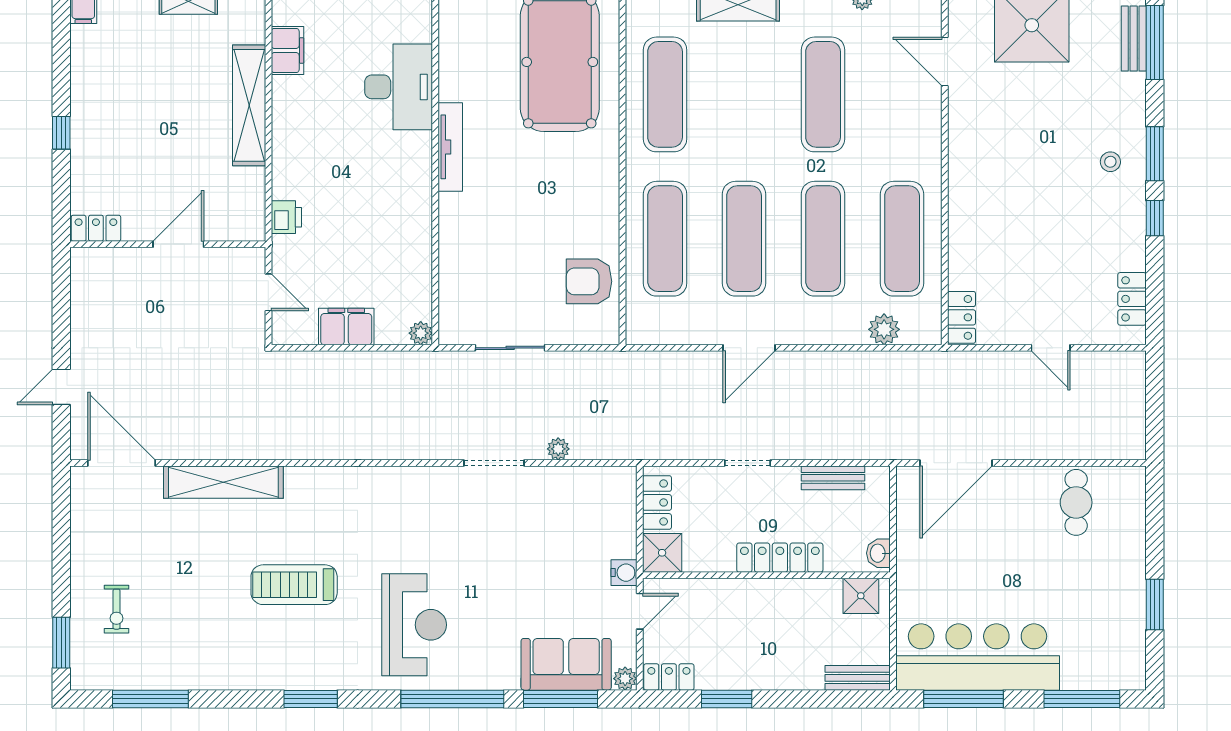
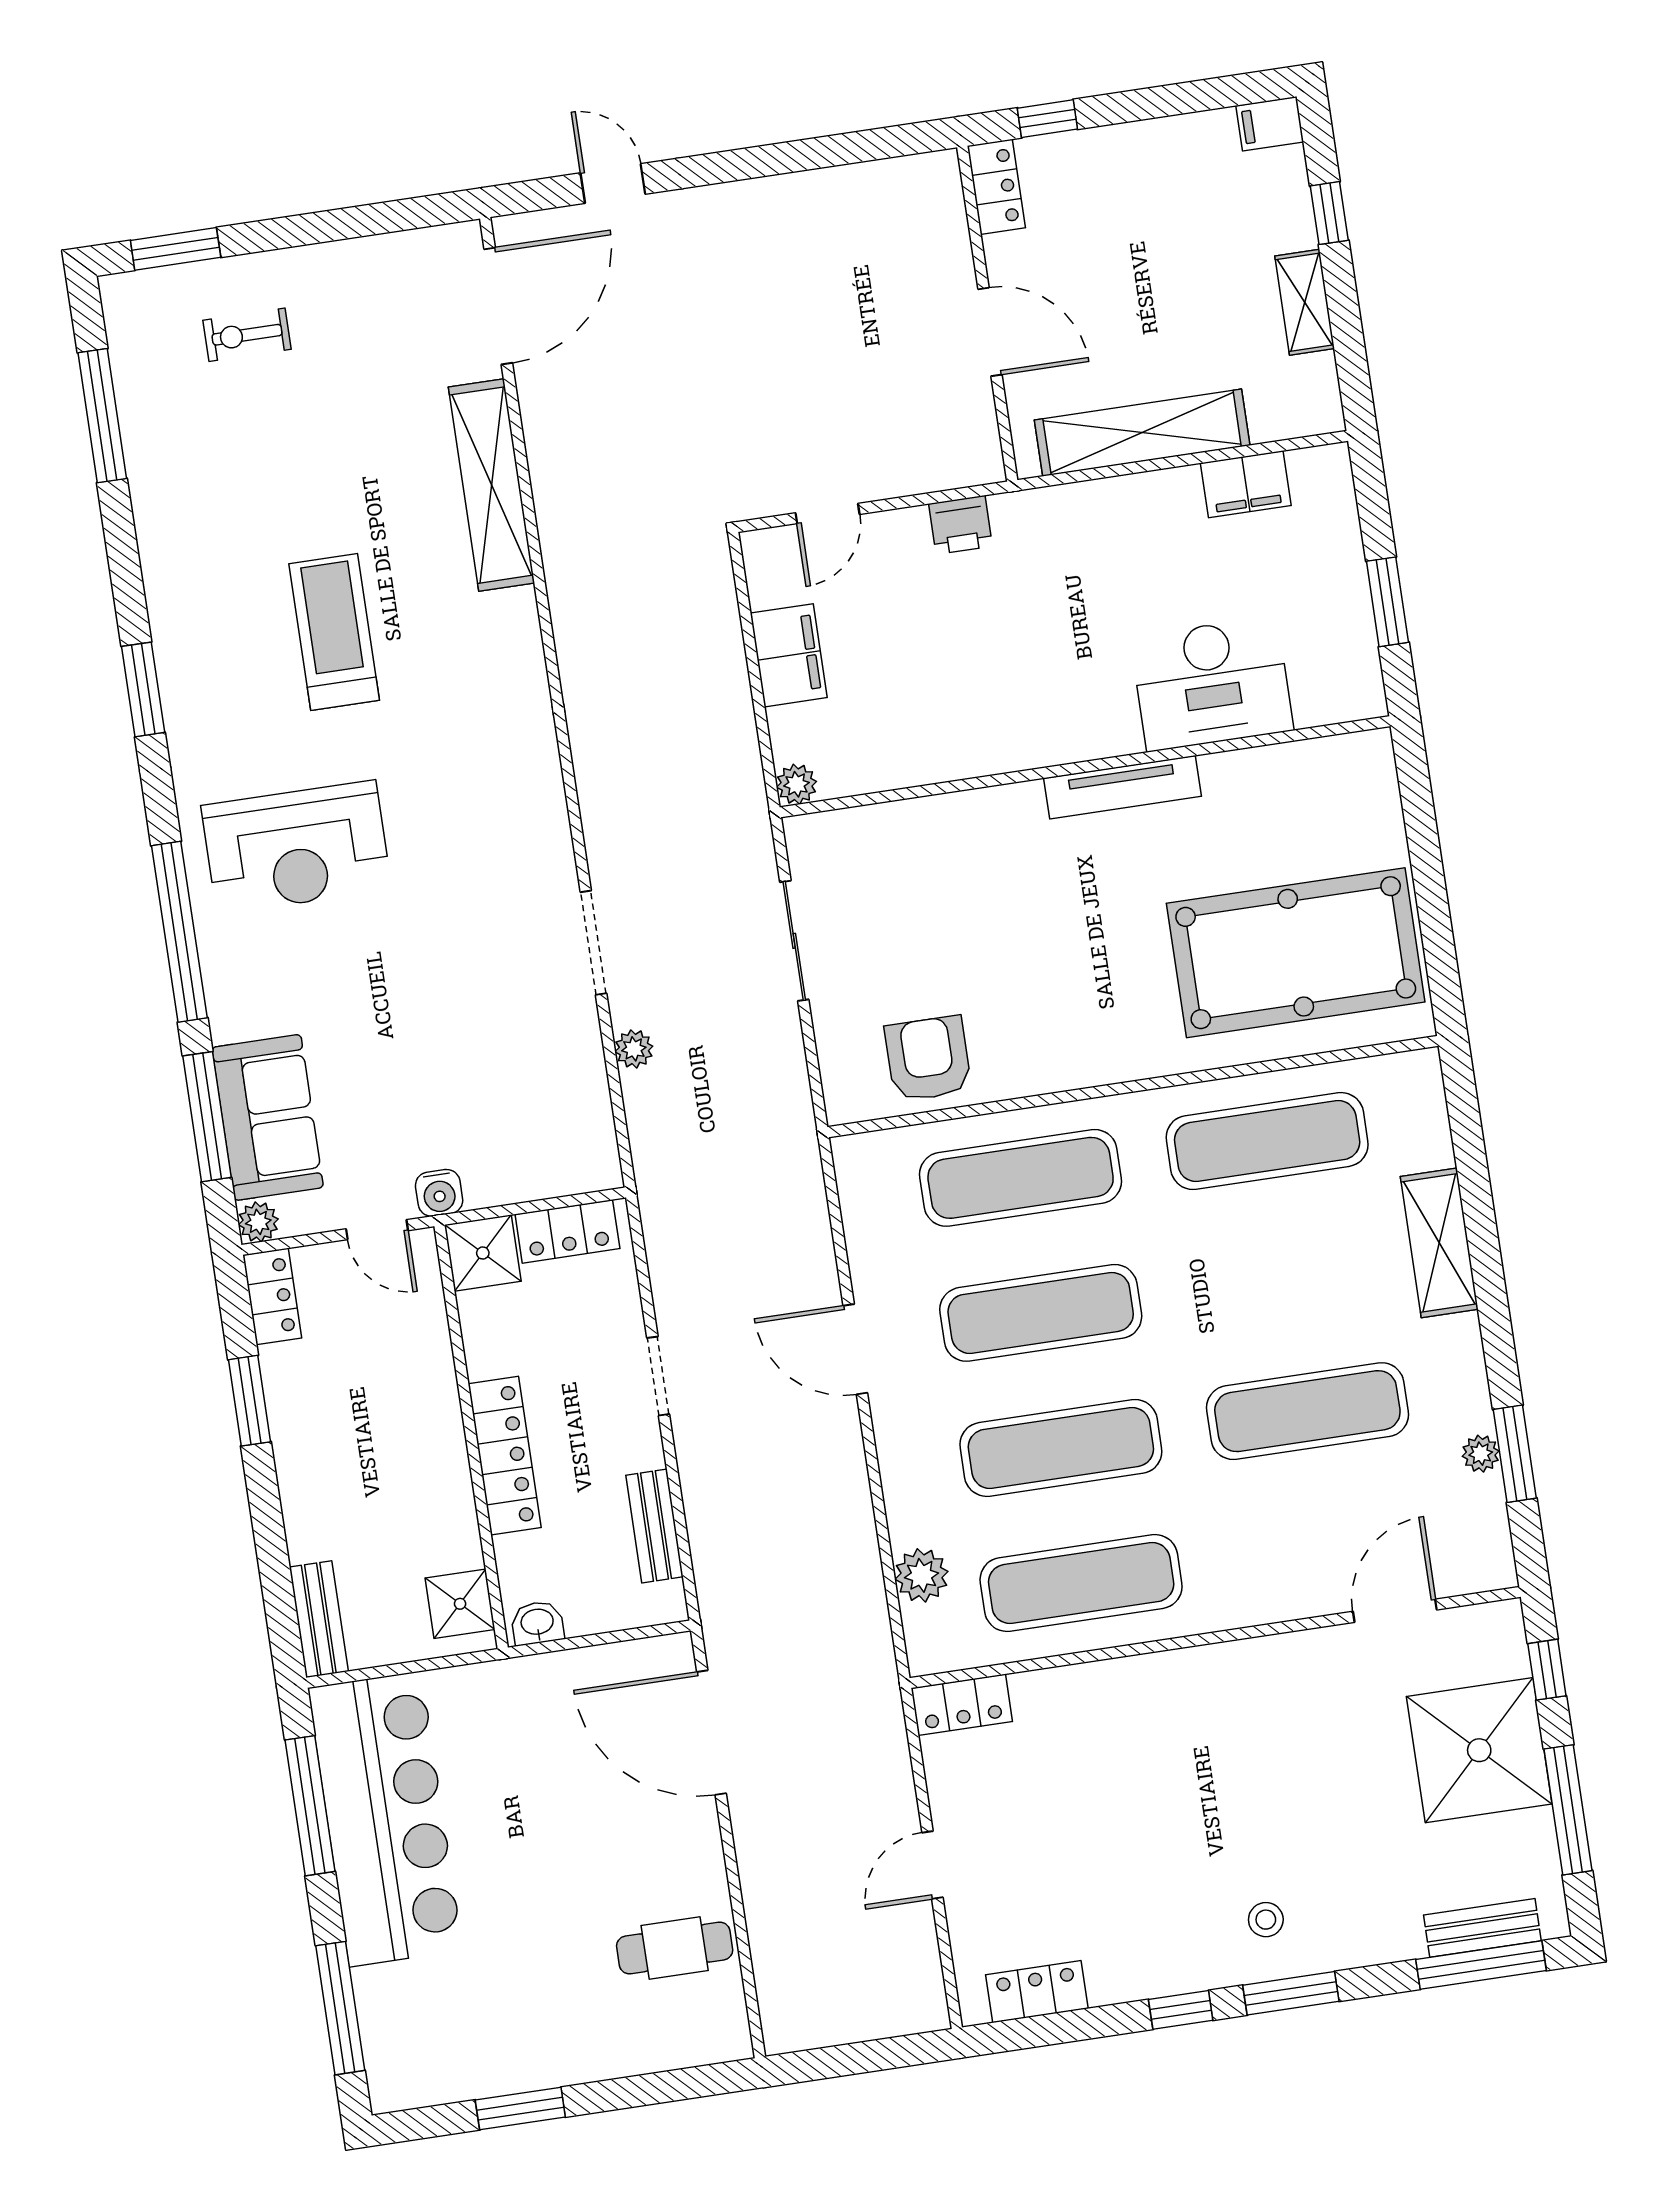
locker: (96, 228) -> (996, 187), moved
wall: (168, 244) -> (987, 314), moved
door: (178, 244) -> (990, 332), moved

